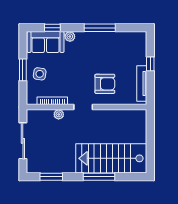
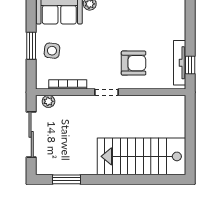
window: (150, 64) -> (190, 65), moved
plant: (59, 114) -> (48, 101), moved
window: (99, 177) -> (126, 179), removed

